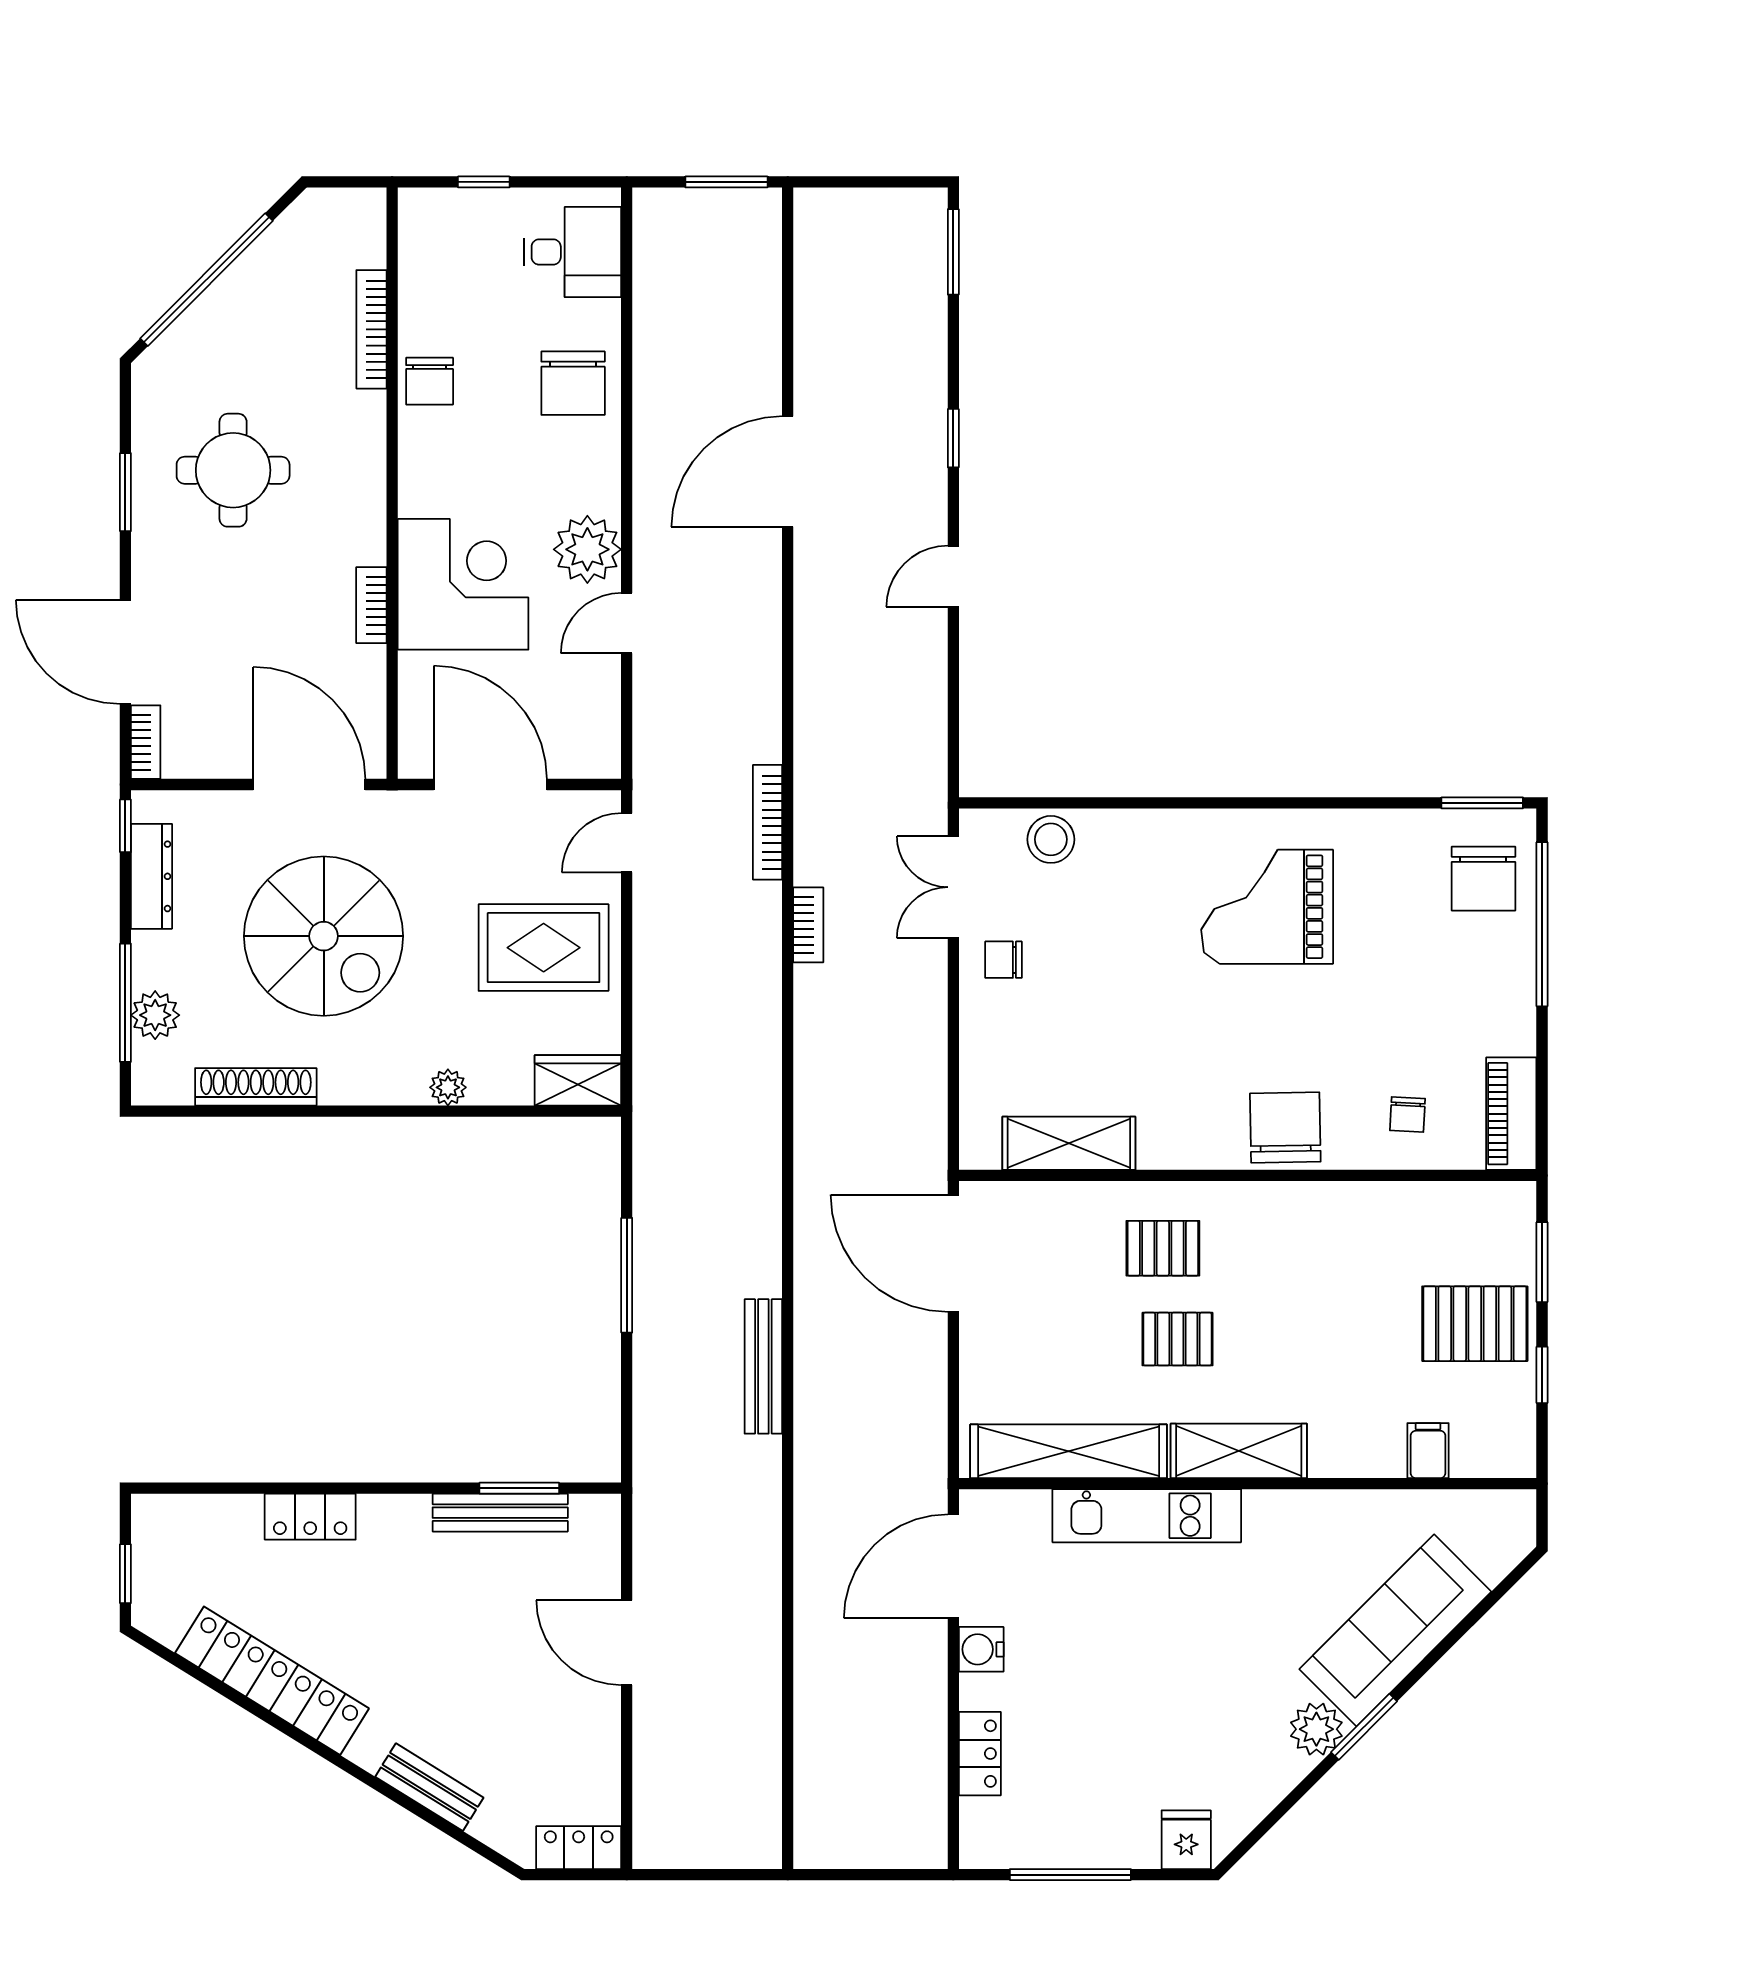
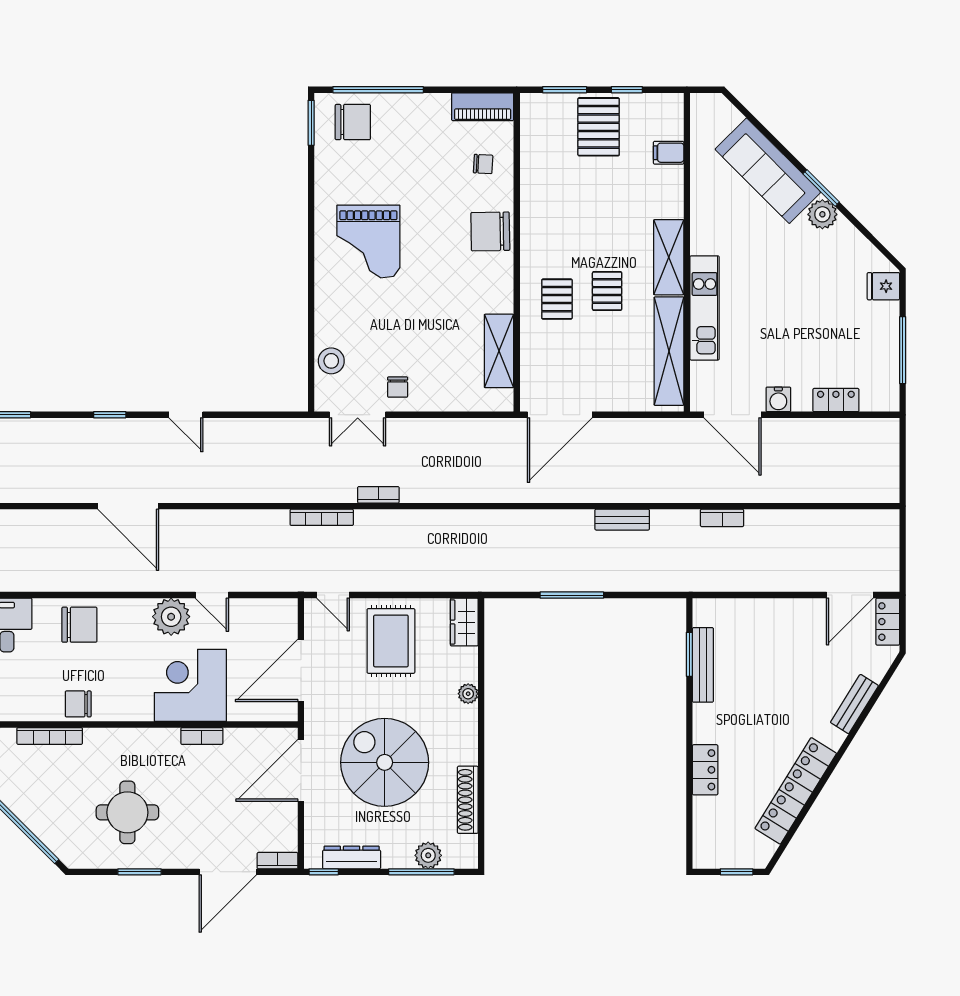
chair: (430, 381) -> (78, 704), turned 180
spiral stairs: (324, 936) -> (385, 762), turned -90
bench: (763, 1366) -> (622, 520), width x0.73
bookcase: (767, 1547) -> (722, 518), added
door: (627, 1643) -> (850, 595), moved

